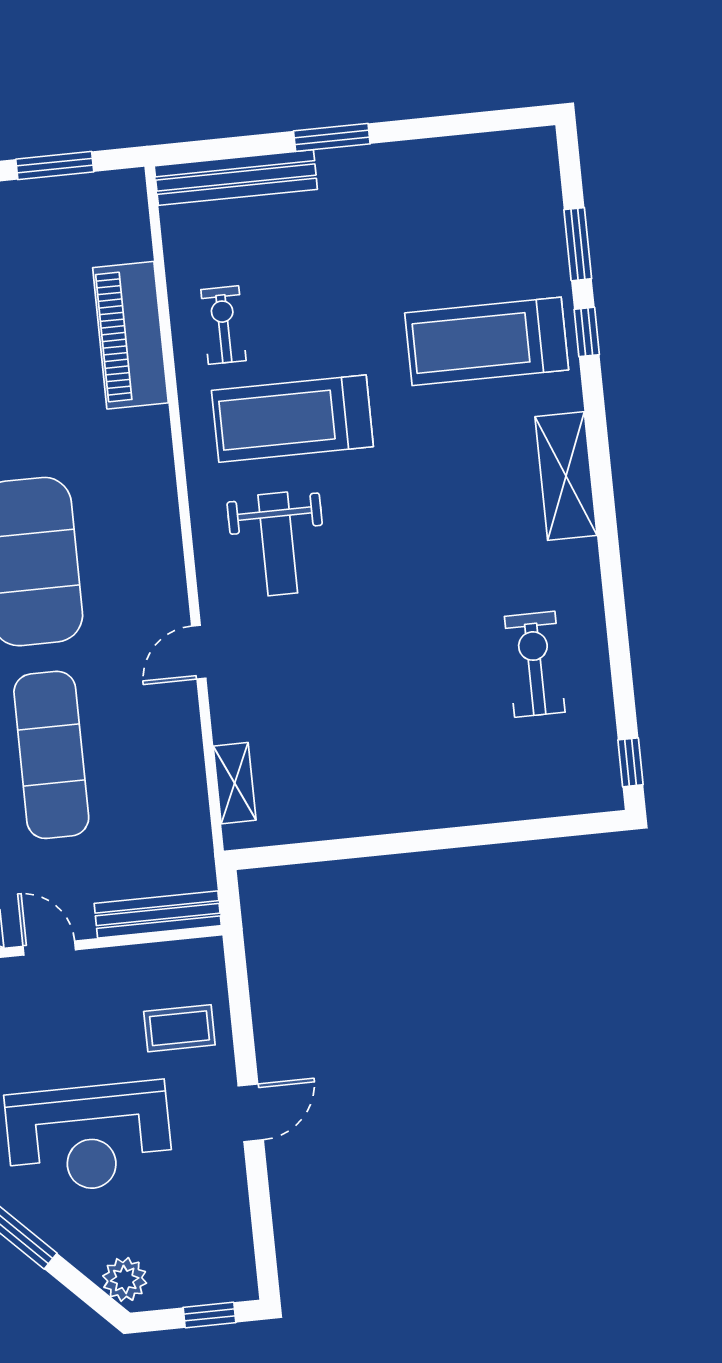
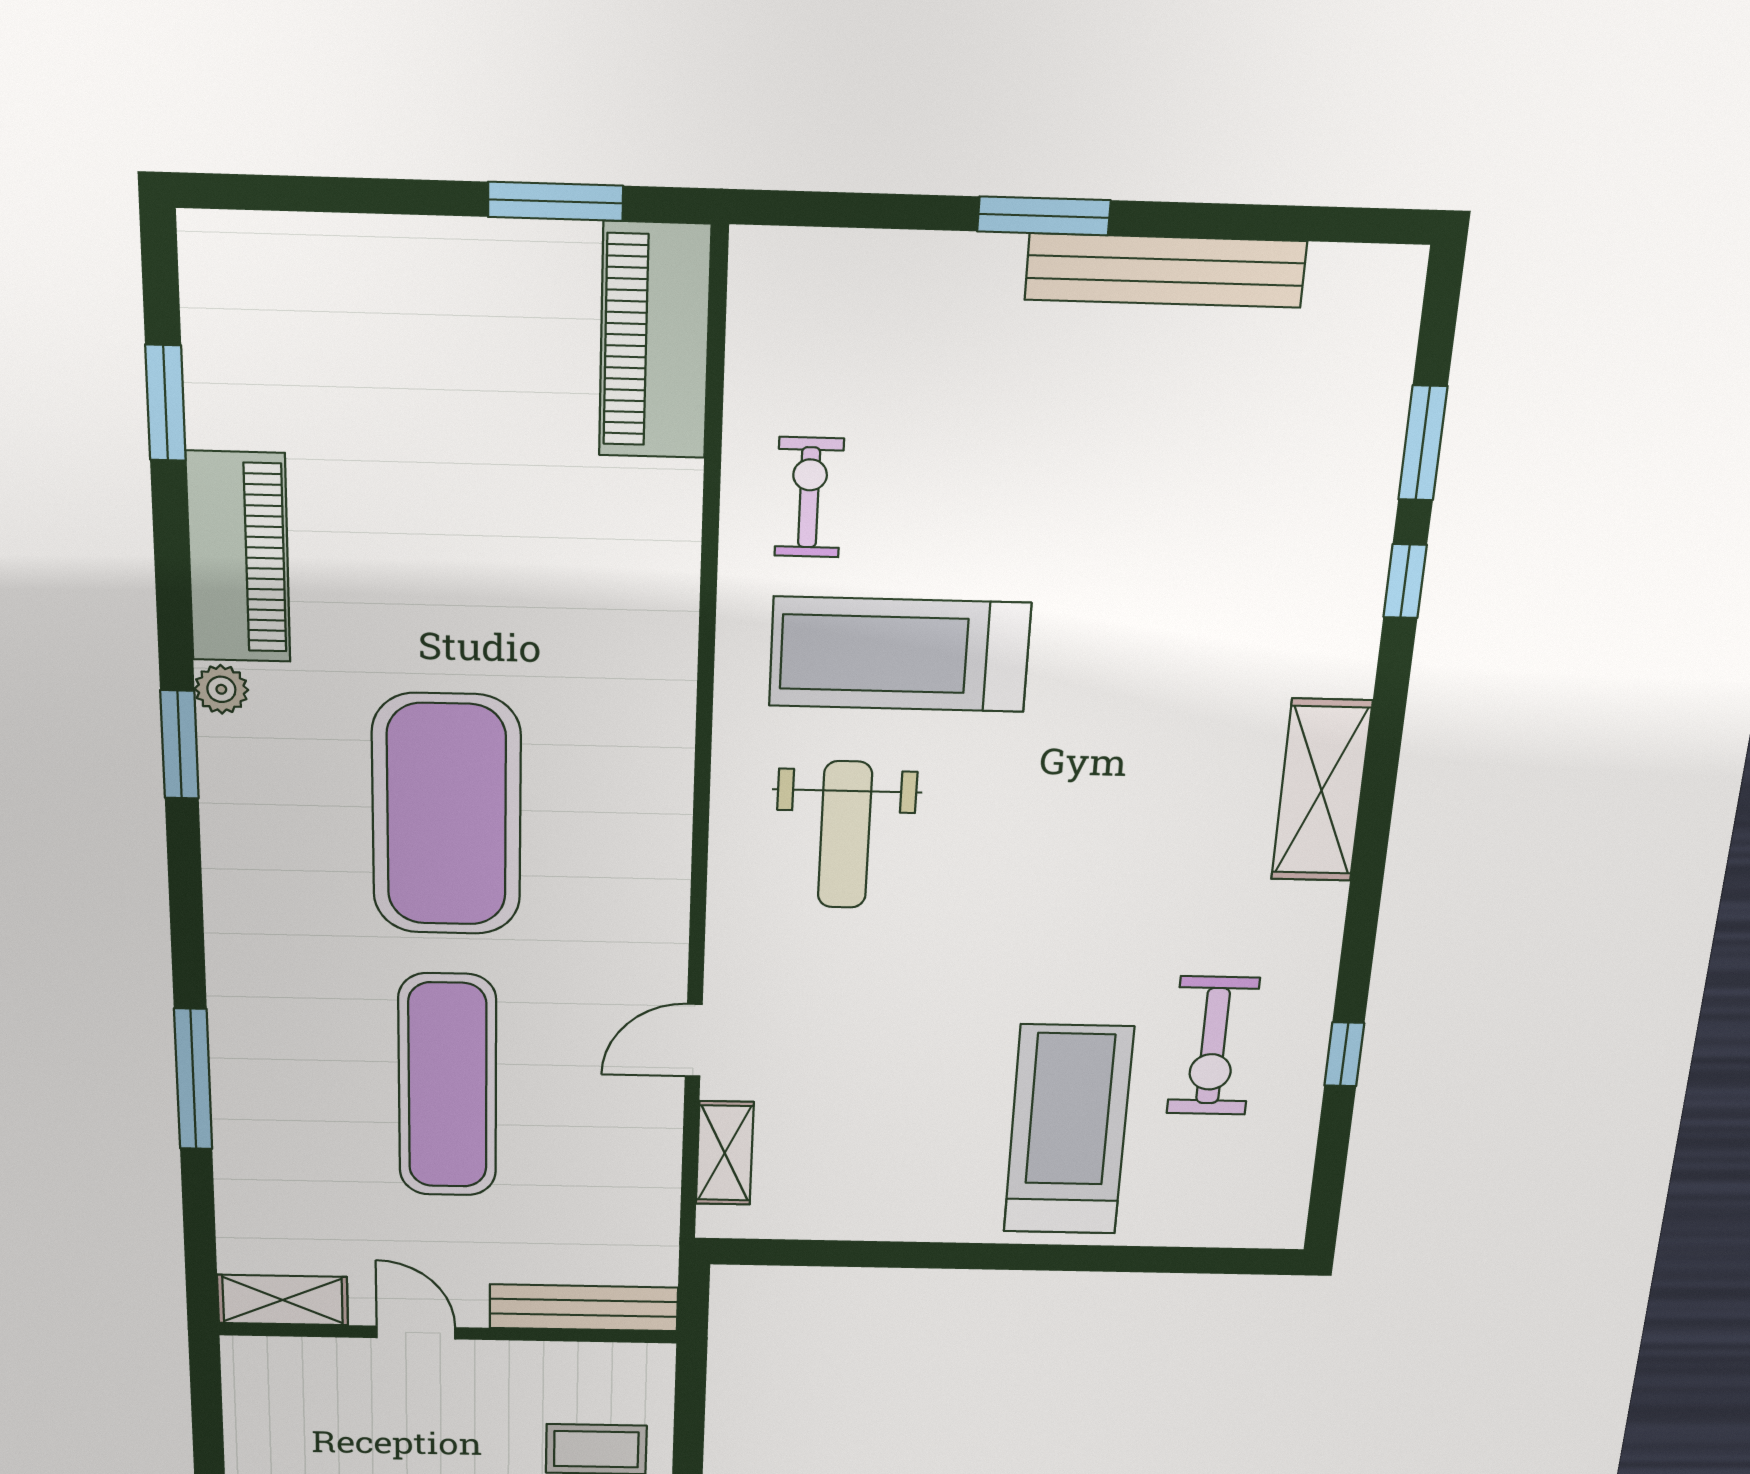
bench: (236, 178) -> (1166, 271), moved
piano: (130, 335) -> (655, 341), moved
treadmill: (487, 341) -> (1068, 1130), moved, turned 90
door: (199, 652) -> (694, 1040), moved
exercise bike: (535, 664) -> (1213, 1046), turned 180
window: (630, 762) -> (1344, 1054), moved

